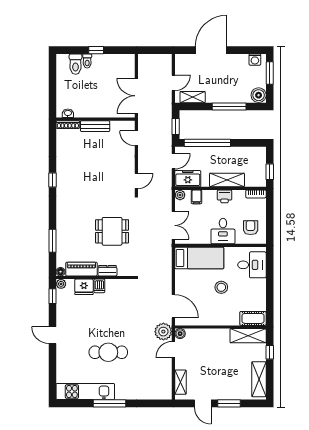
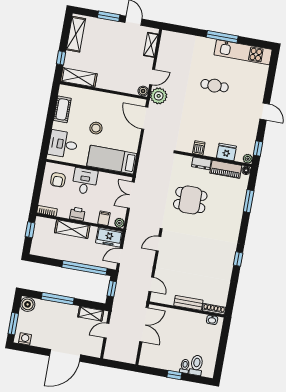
dishwasher: (99, 286) -> (199, 148), moved
cot: (253, 318) -> (62, 109), moved, turned 90
cafe table: (108, 352) -> (215, 86), width x0.73, depth x0.74

